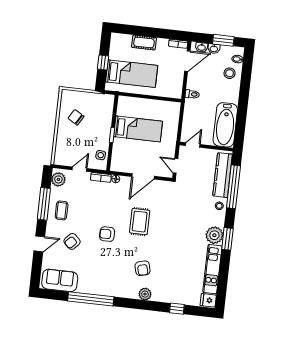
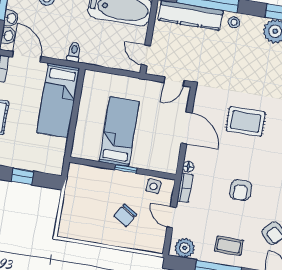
bed: (132, 74) -> (58, 100), moved, turned 180
chair: (76, 117) -> (125, 215), moved
rug: (140, 222) -> (246, 121), moved
armchair: (107, 234) -> (241, 190), moved

